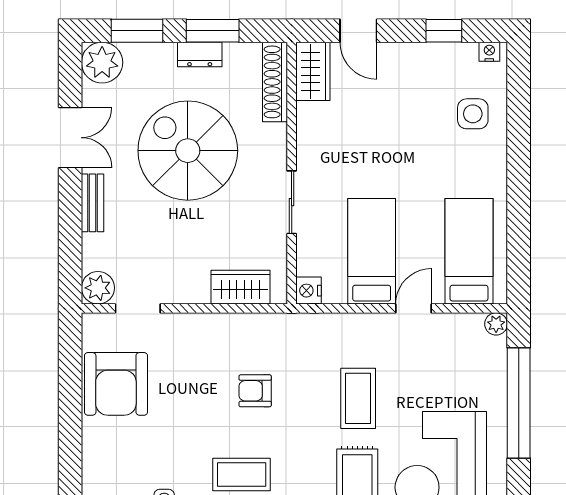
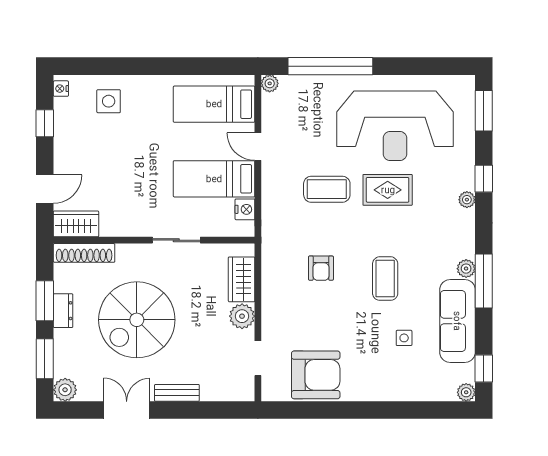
plant: (102, 63) -> (65, 390), width x0.73, depth x0.73
plant: (98, 288) -> (242, 316), moved
nightstand: (308, 291) -> (245, 209), moved, turned -90

